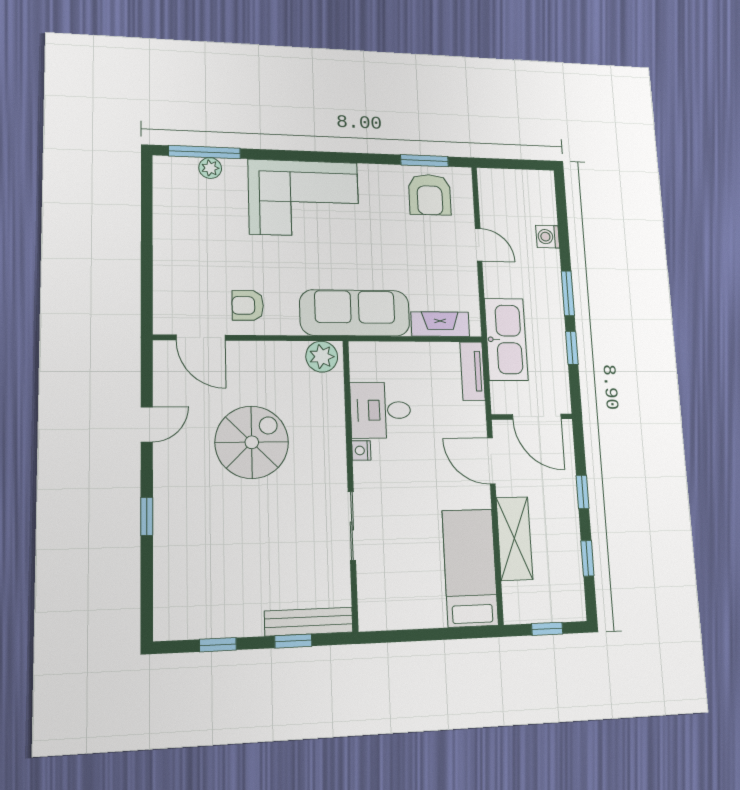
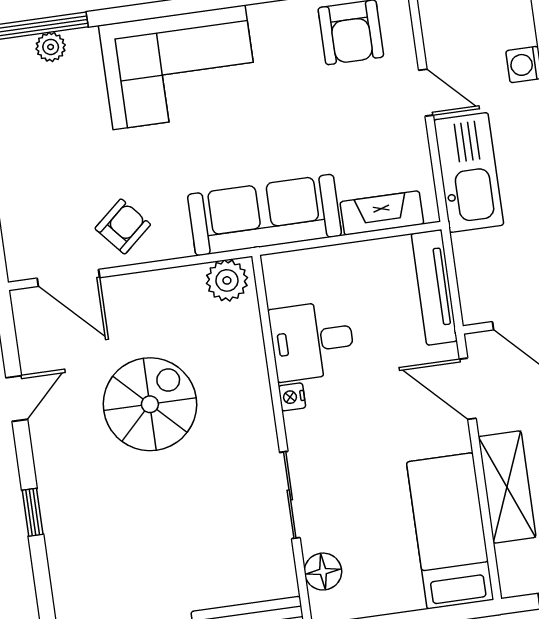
armchair: (248, 305) -> (123, 226), turned 139
kitchen sink: (506, 339) -> (469, 172), moved
tv unit: (473, 371) -> (434, 287), width x1.41
floor lamp: (371, 589) -> (323, 572), added

